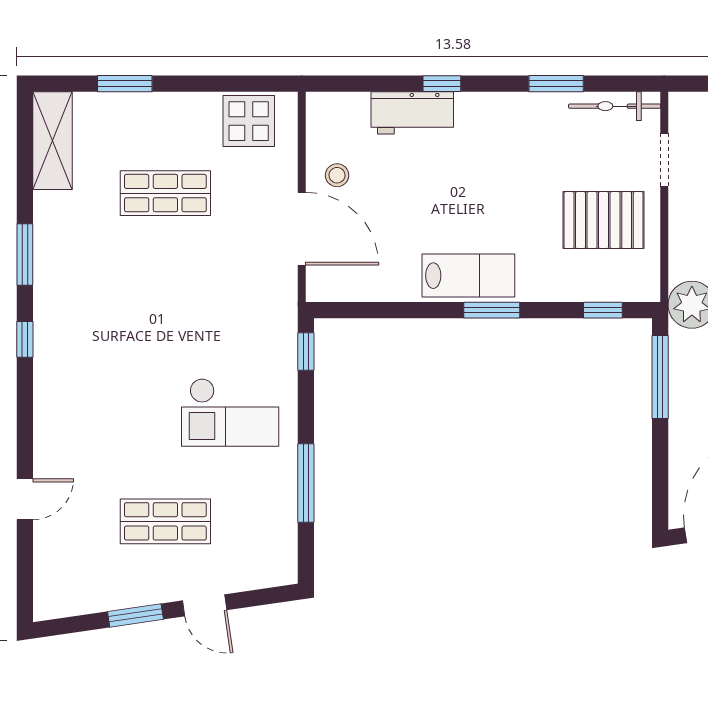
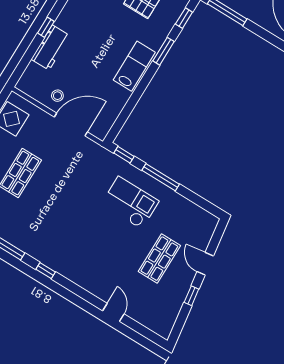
window: (492, 310) -> (164, 51), moved
checkout: (230, 412) -> (130, 203), turned -90
window: (306, 483) -> (161, 177), moved
door: (205, 605) -> (205, 264), swing flipped
window: (135, 615) -> (191, 296), width x0.67

